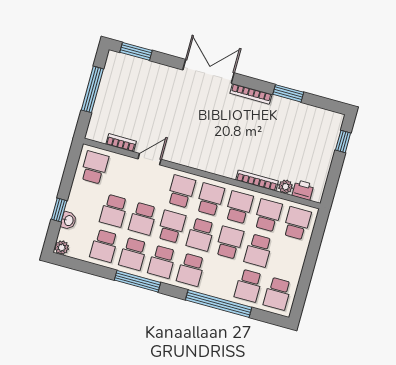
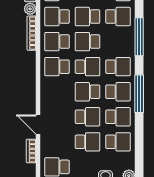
school desk: (181, 191) -> (57, 92), removed
school desk: (258, 250) -> (88, 17), turned 180
window: (138, 281) -> (139, 94), moved
window: (219, 304) -> (139, 37), width x0.68

